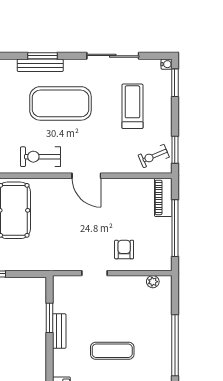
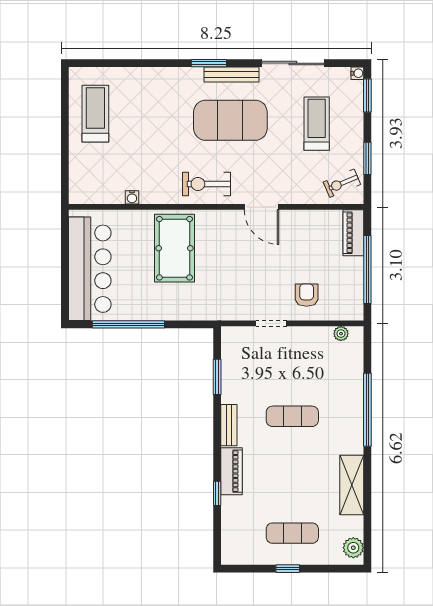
bench: (40, 65) -> (232, 75), moved
window: (175, 150) -> (367, 158), moved
bench: (59, 331) -> (229, 425), moved

